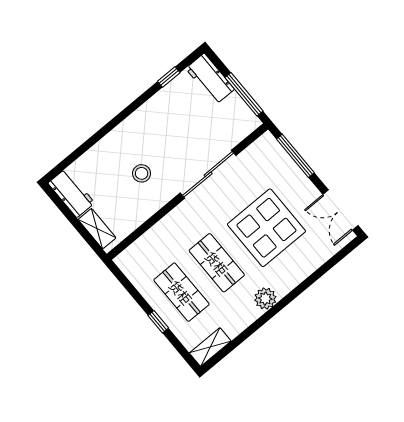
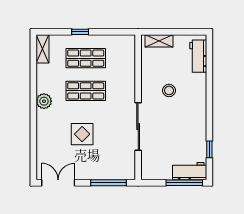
window: (244, 94) -> (184, 183), moved
workbench: (71, 193) -> (198, 56), moved, turned 90
display table: (266, 228) -> (82, 134), width x0.54, depth x0.54

